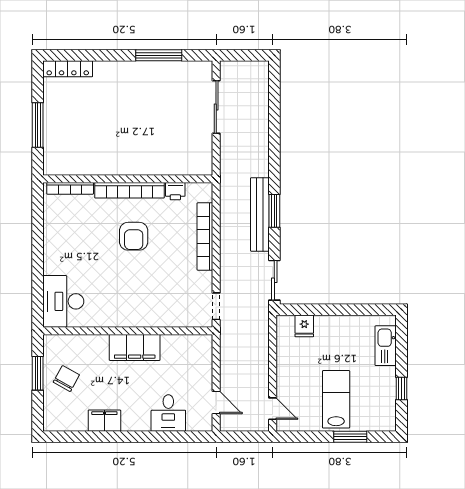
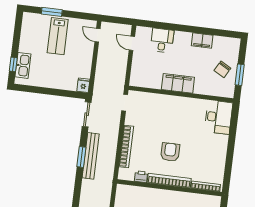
fridge: (304, 326) -> (83, 85), moved
window: (401, 388) -> (13, 64), moved

